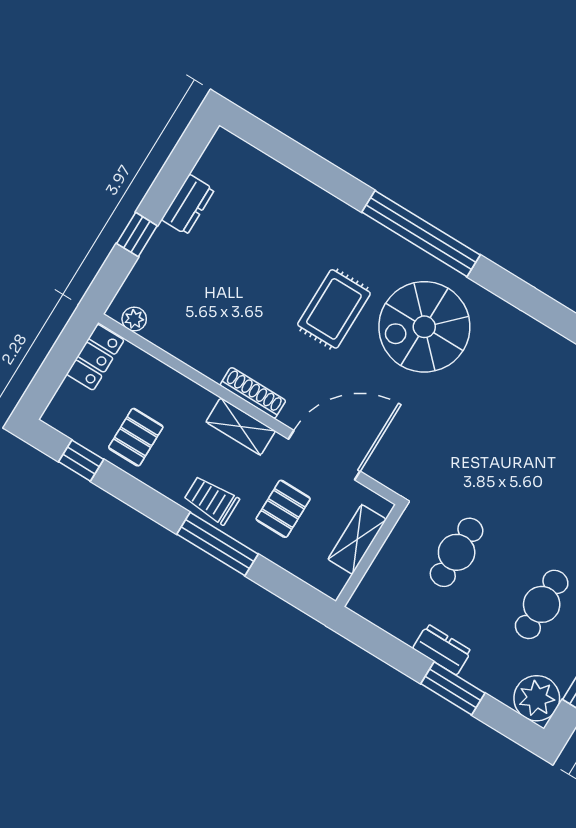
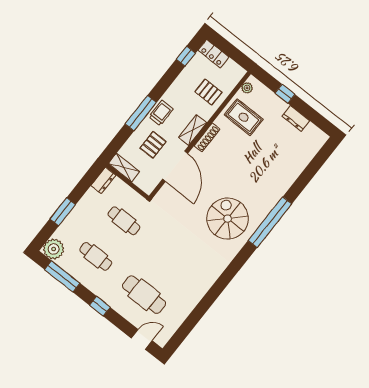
rug: (334, 309) -> (244, 117), moved
locker: (95, 357) -> (214, 54), moved
pallet: (136, 437) -> (208, 92), moved
pallet: (283, 509) -> (153, 145), turned 90
shelving: (357, 539) -> (124, 168), moved
dresser: (442, 650) -> (103, 180), moved

